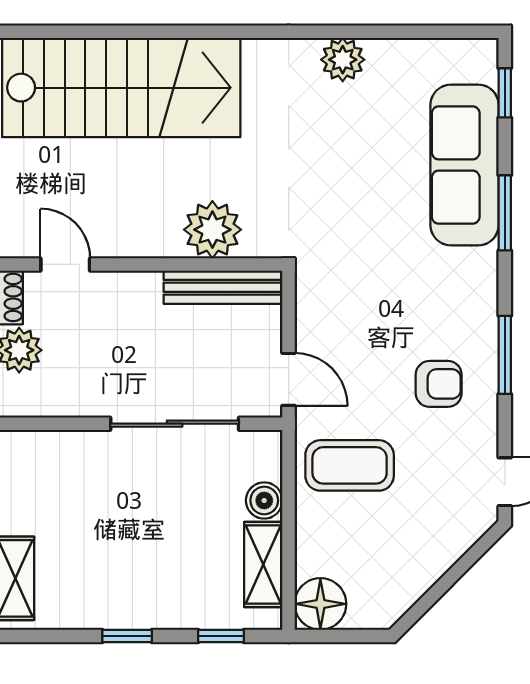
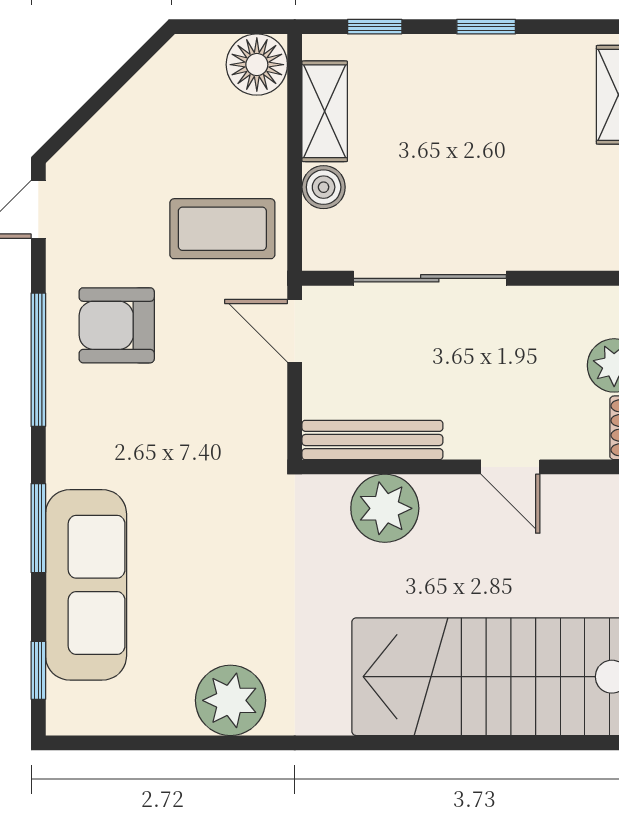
plant: (343, 60) -> (230, 700), width x1.36, depth x1.36
door: (65, 264) -> (510, 467), moved
window: (505, 355) -> (38, 360), width x1.44
armchair: (439, 384) -> (117, 325), width x1.38, depth x1.38

